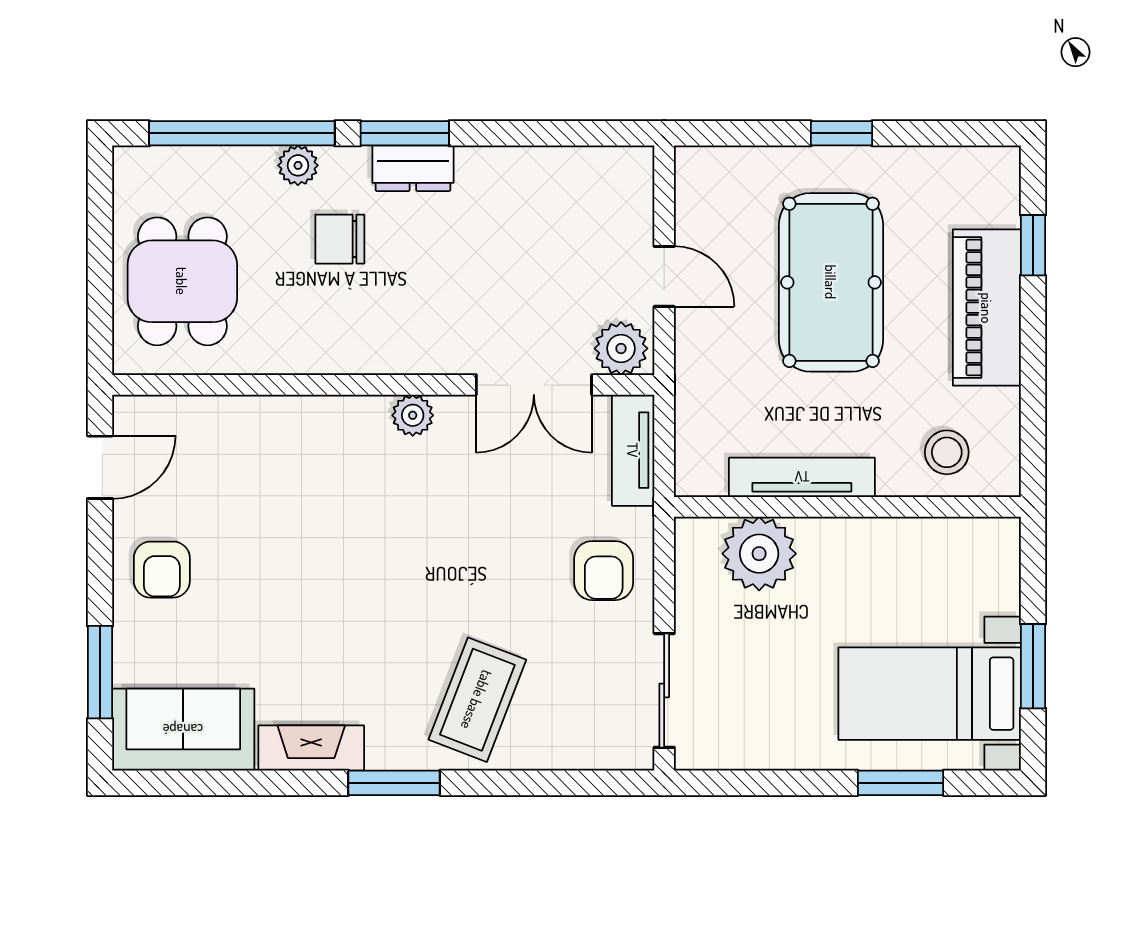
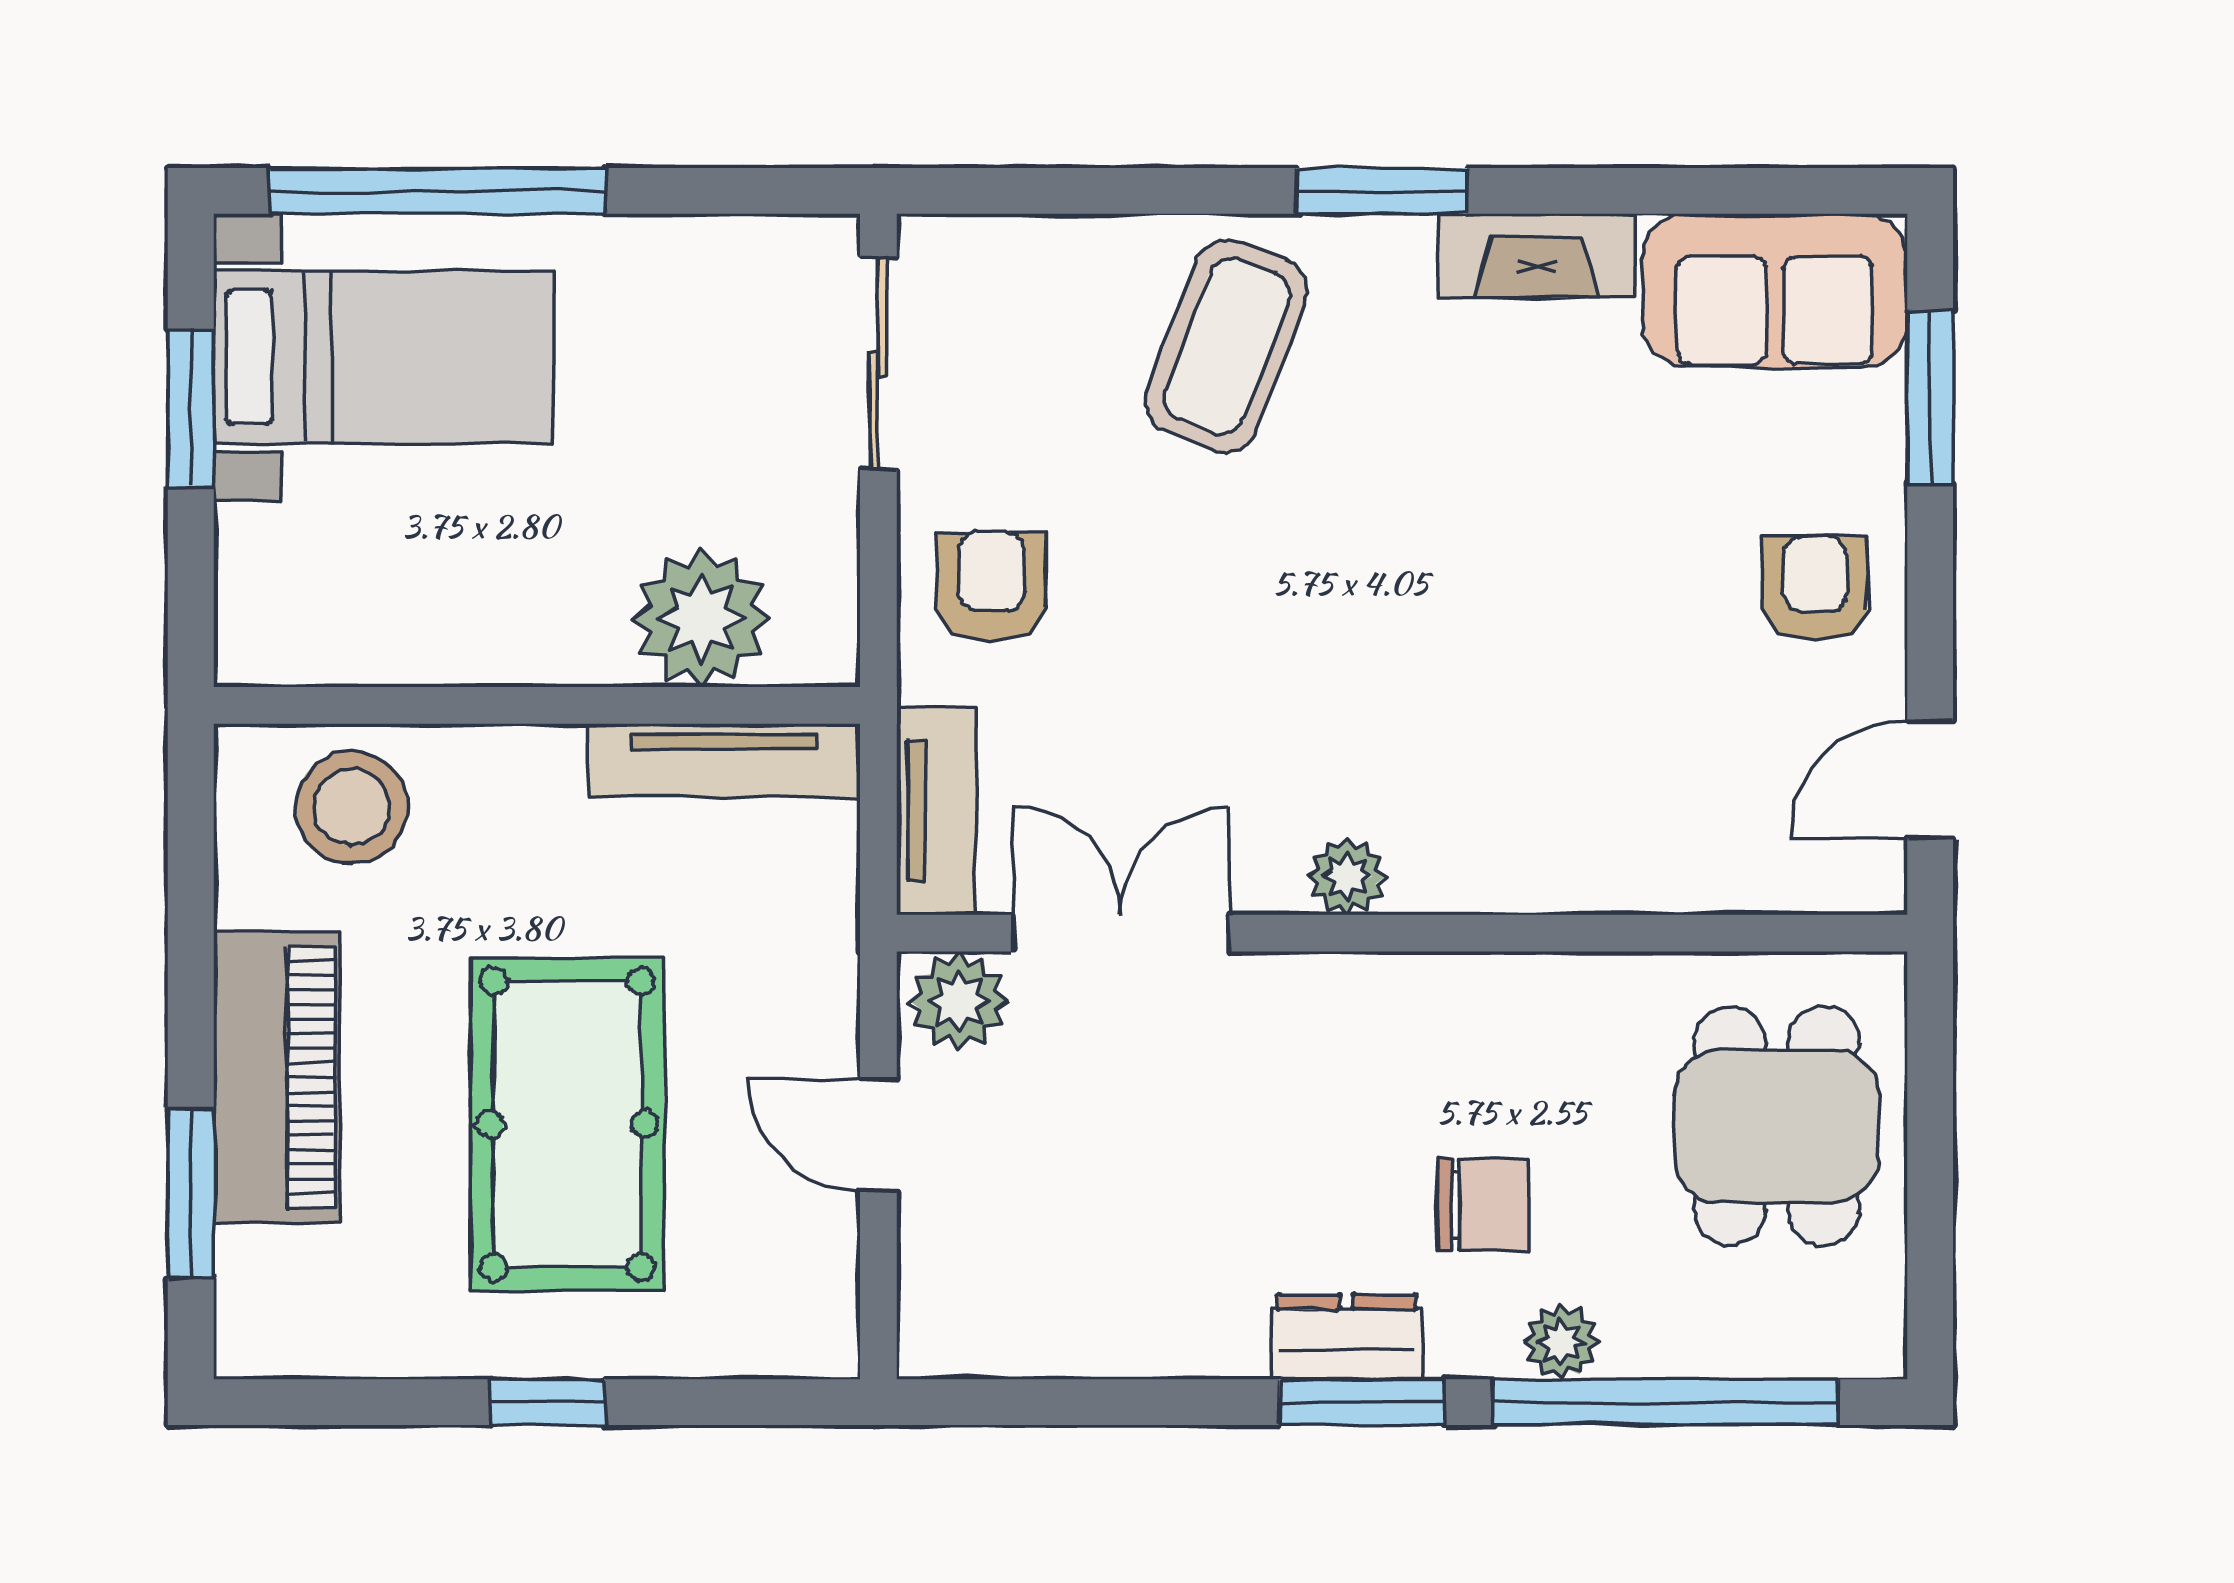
window: (1033, 245) -> (191, 1193), width x1.50
stool: (947, 452) -> (351, 807), width x1.38, depth x1.38
tv unit: (802, 477) -> (724, 760), moved
window: (901, 783) -> (438, 191), width x2.11

